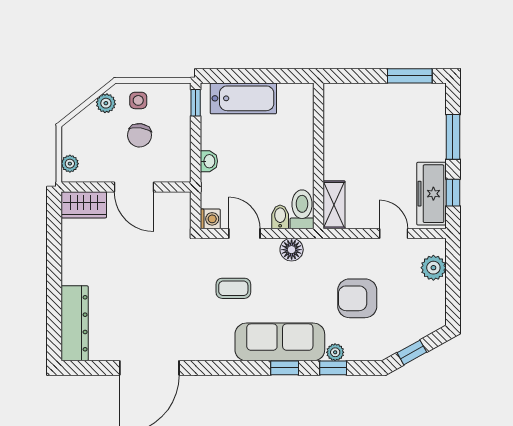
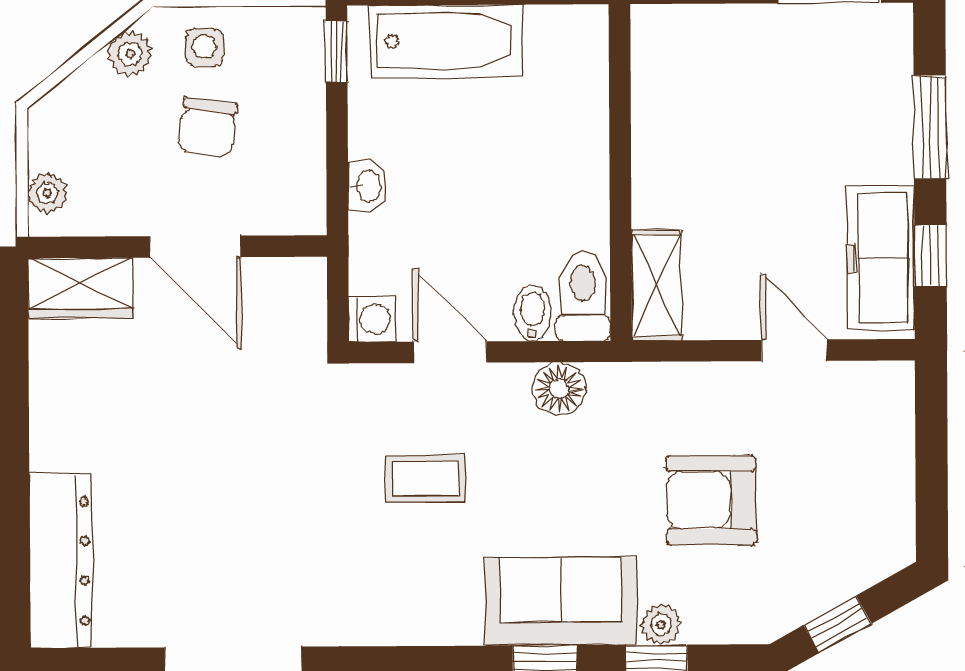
plant: (433, 268) -> (886, 429), removed
sofa: (280, 342) -> (561, 601), width x0.73

